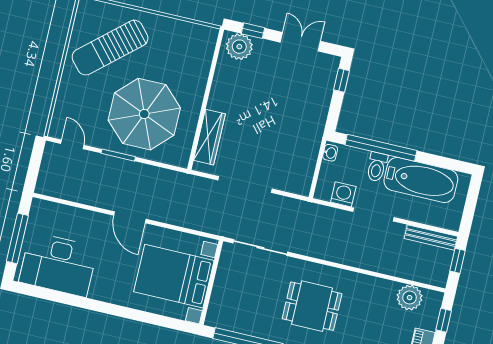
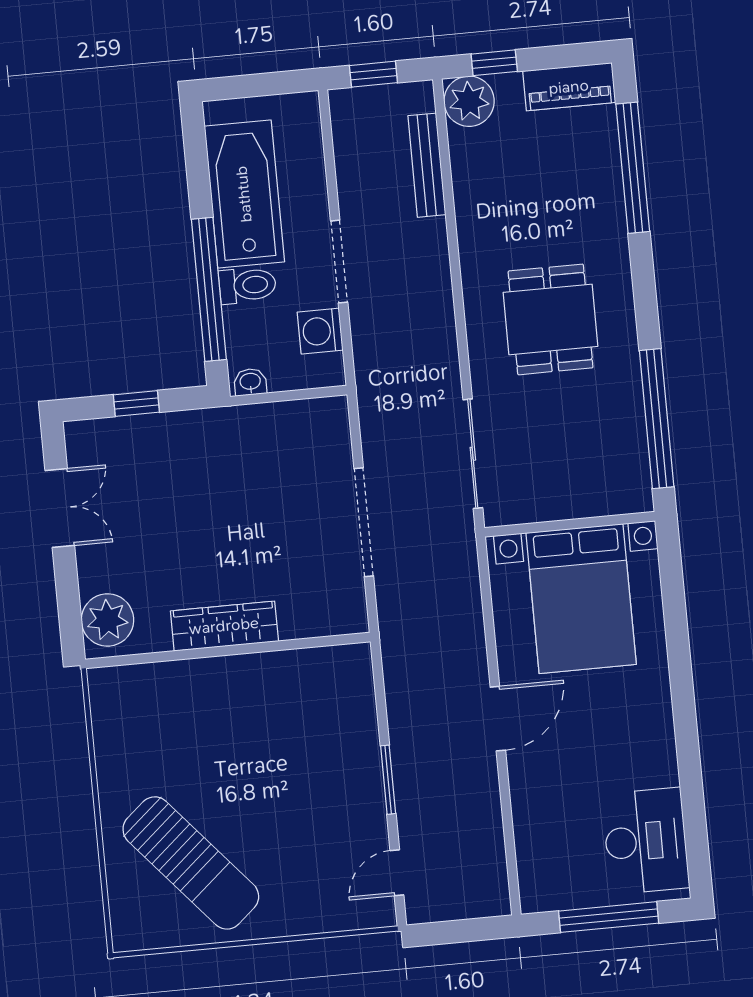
window: (253, 31) -> (69, 604), removed
double door: (300, 42) -> (60, 508), swing flipped
window: (341, 80) -> (136, 403), moved
parasol: (144, 114) -> (294, 757), removed
wardrobe: (209, 137) -> (224, 626), moved
bench: (431, 237) -> (427, 165), moved
desk: (58, 264) -> (646, 841), width x0.73, depth x0.77
plant: (410, 298) -> (469, 101), moved

